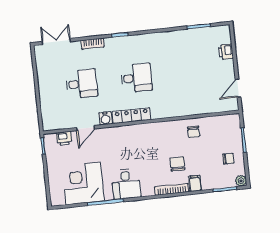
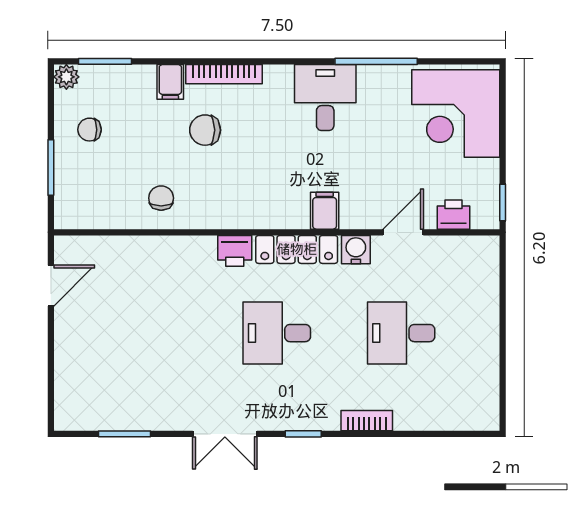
double door: (56, 42) -> (225, 434), moved
printer: (226, 52) -> (235, 251), moved, turned 90
filing cabinet: (121, 134) -> (325, 211), added
chair: (177, 164) -> (205, 130), turned 90
corner desk: (83, 184) -> (456, 113), moved, turned 90

